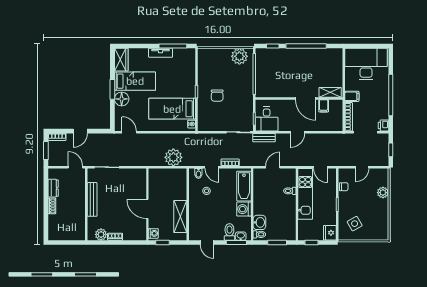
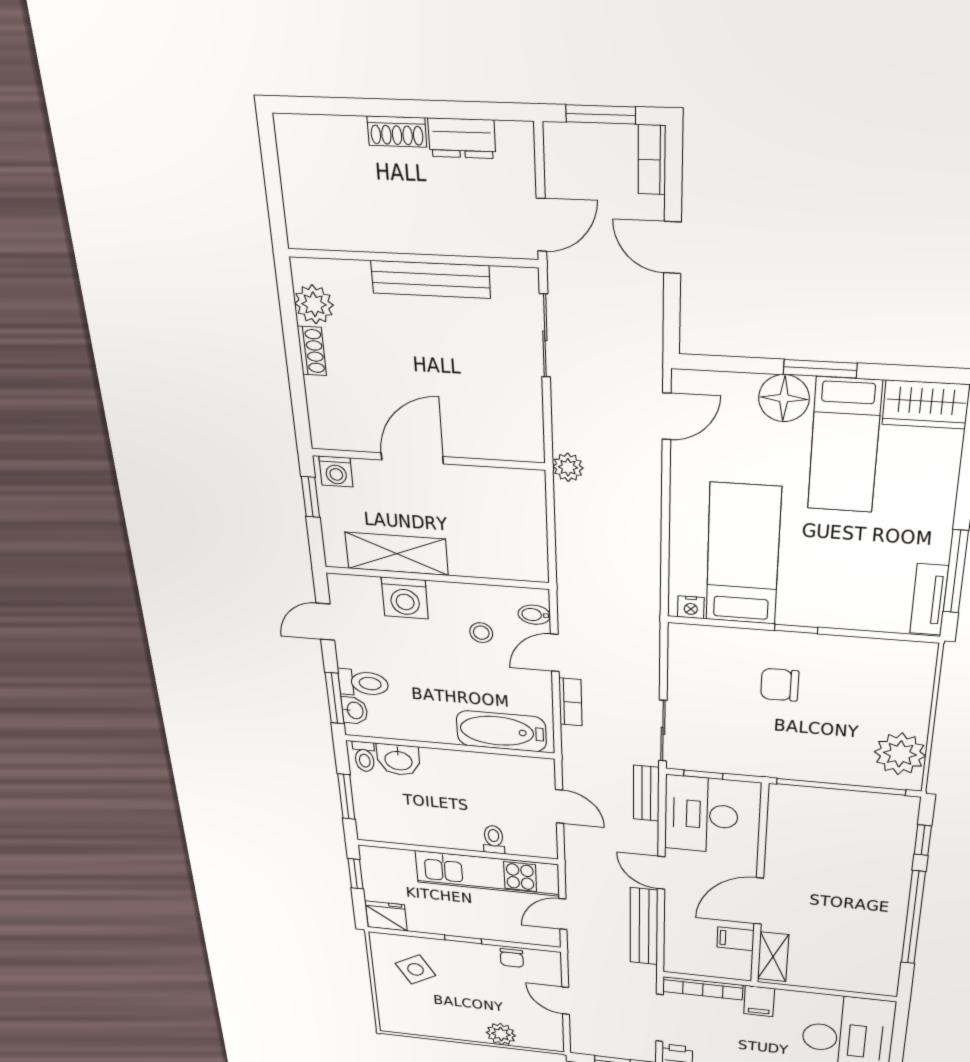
tv unit: (161, 53) -> (929, 600), moved
desk: (267, 119) -> (701, 815), width x1.37
bench: (322, 138) -> (644, 927), added
plant: (173, 157) -> (568, 467), moved, width x0.53, depth x0.53
washing machine: (244, 209) -> (405, 598), moved, turned 180

